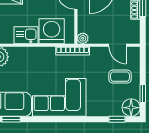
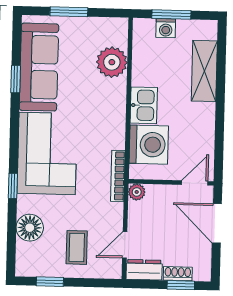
dresser: (133, 32) -> (144, 270), added
floor lamp: (131, 108) -> (30, 228), moved
window: (117, 119) -> (13, 186), moved

